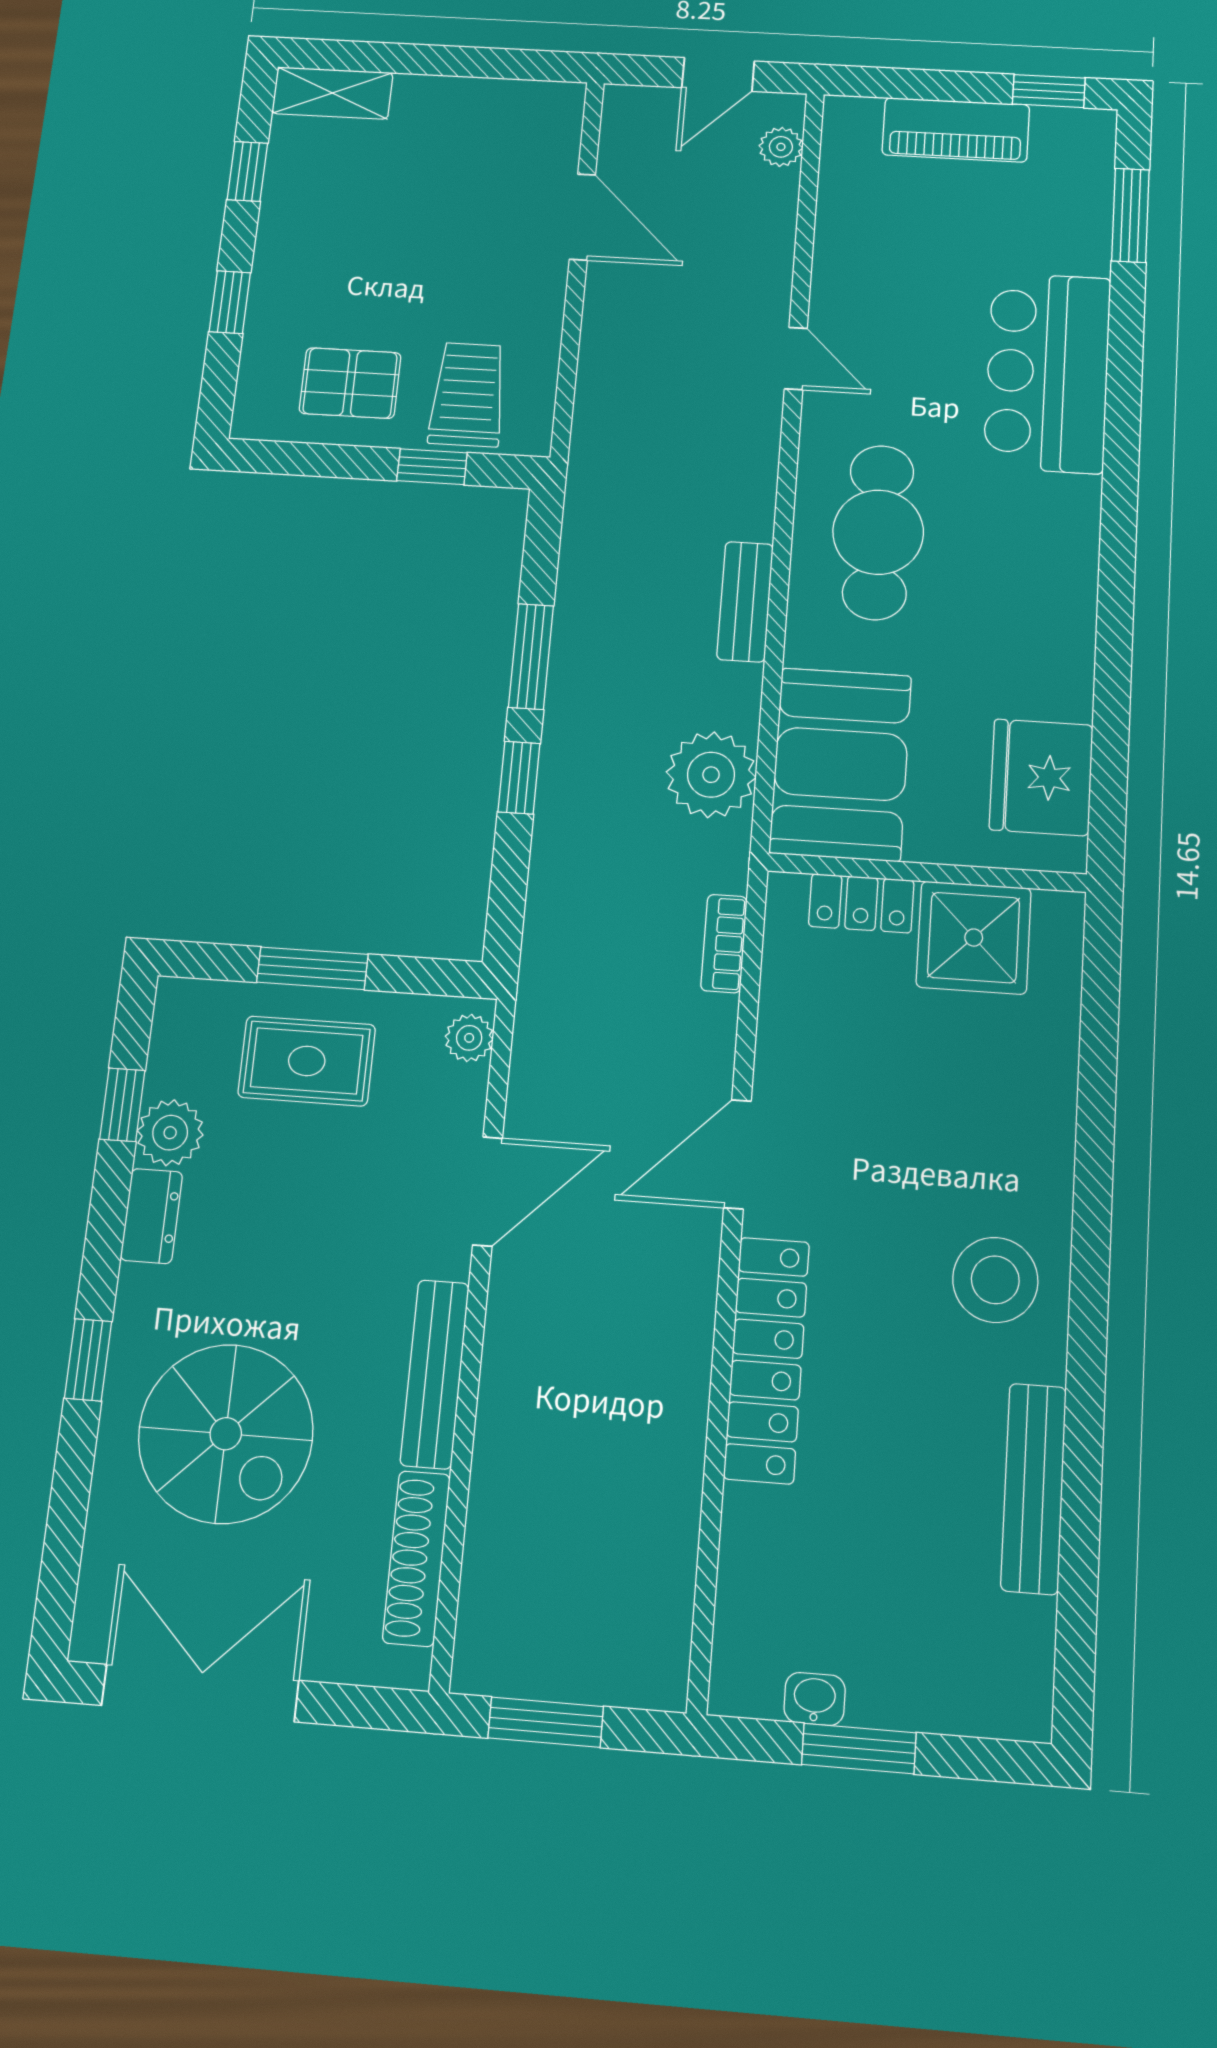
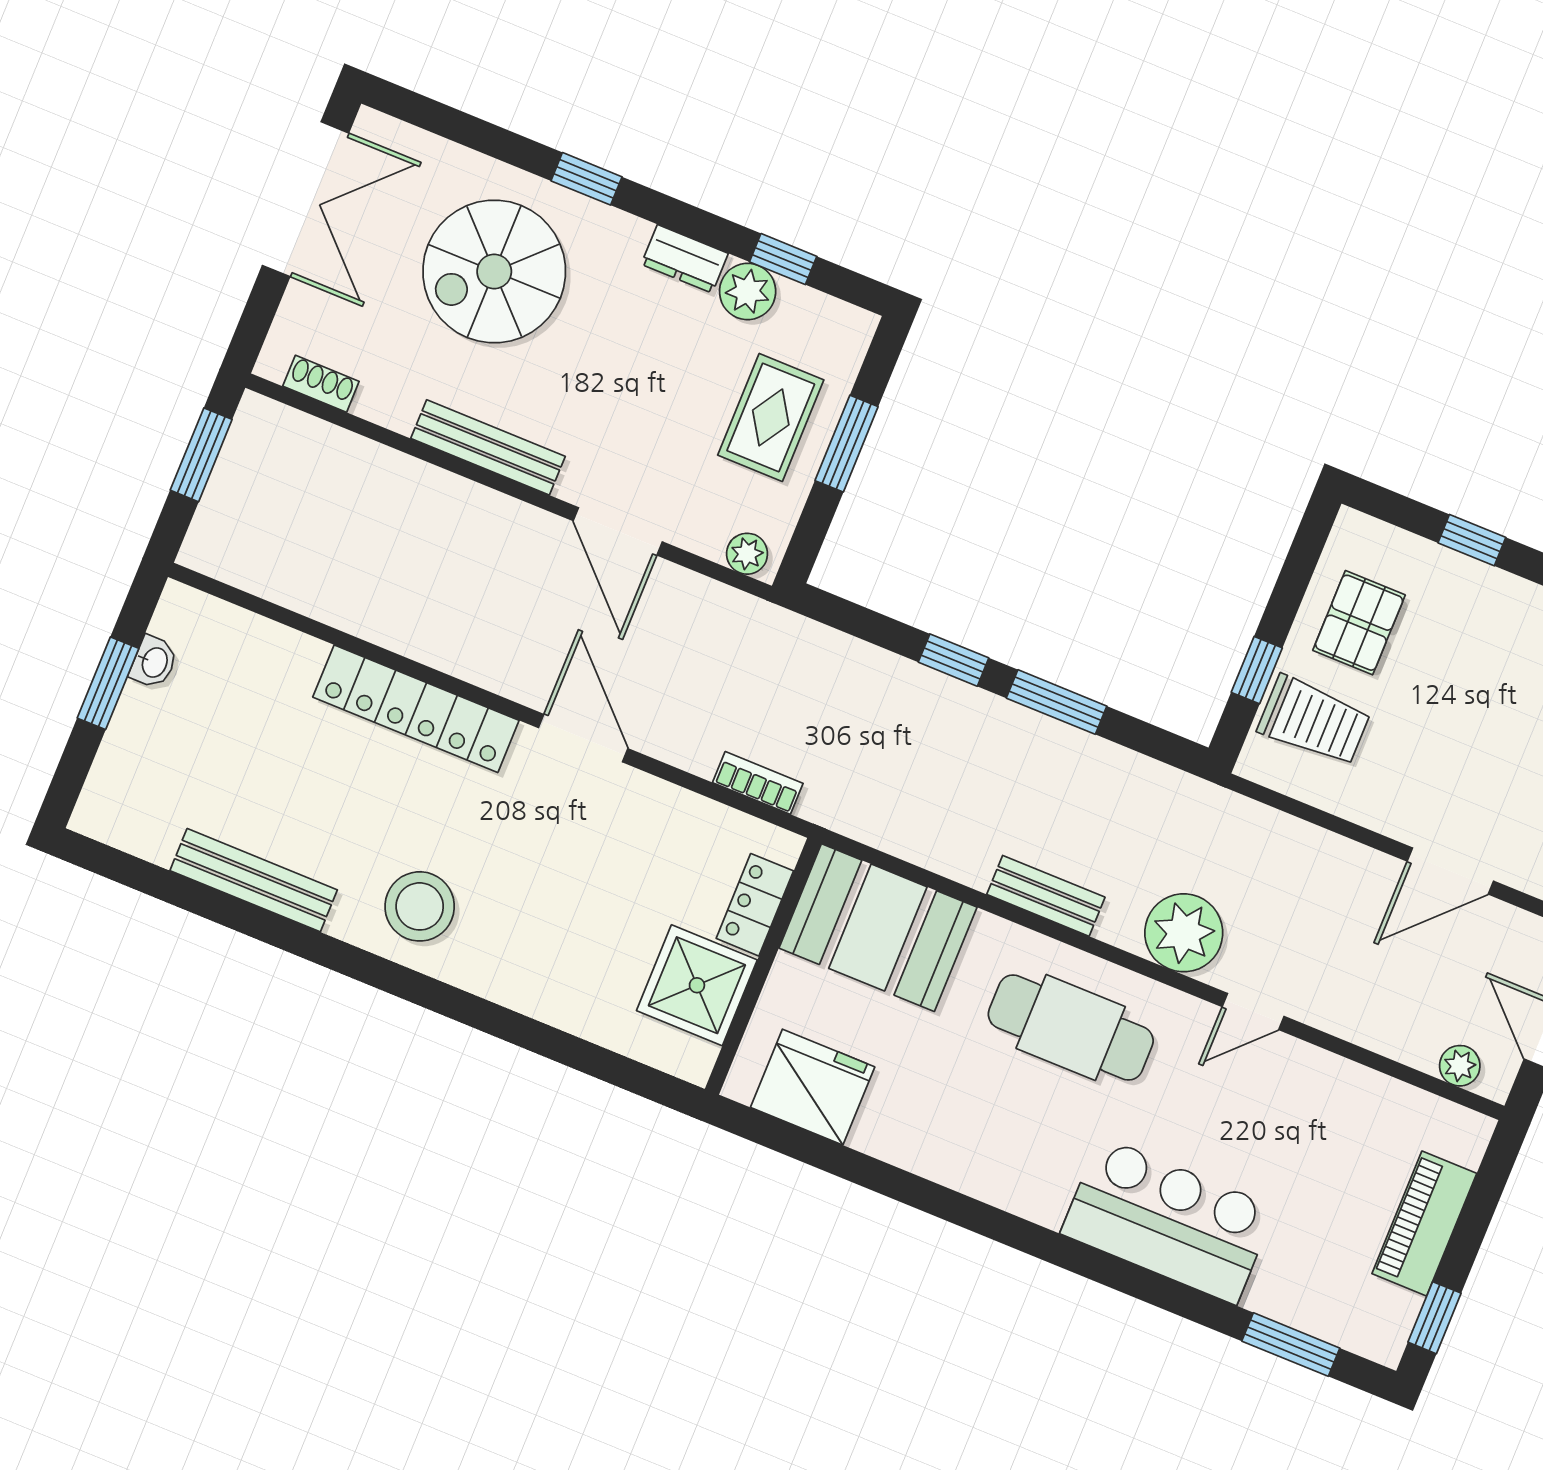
plant: (711, 775) -> (1184, 933), moved
shoe rack: (416, 1558) -> (321, 384), width x0.51, depth x0.81

